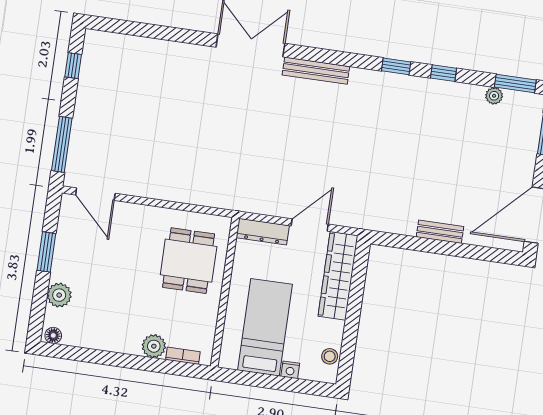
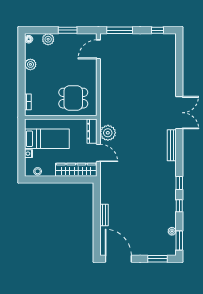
plant: (271, 199) -> (108, 133), added
plant: (154, 346) -> (30, 64), moved

